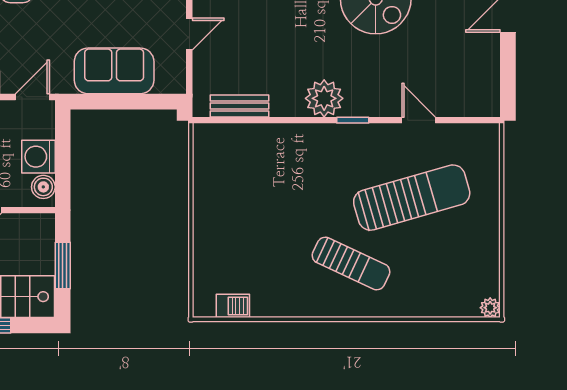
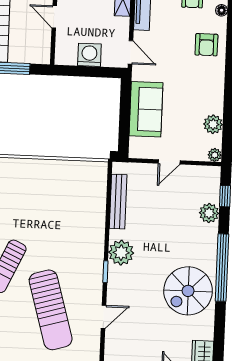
door: (189, 34) -> (169, 162), hinge flipped
bench: (240, 106) -> (118, 202), width x1.36
boiler: (43, 187) -> (68, 57), removed

